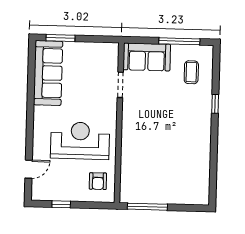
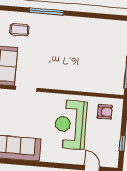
window: (215, 104) -> (47, 12), width x2.17

